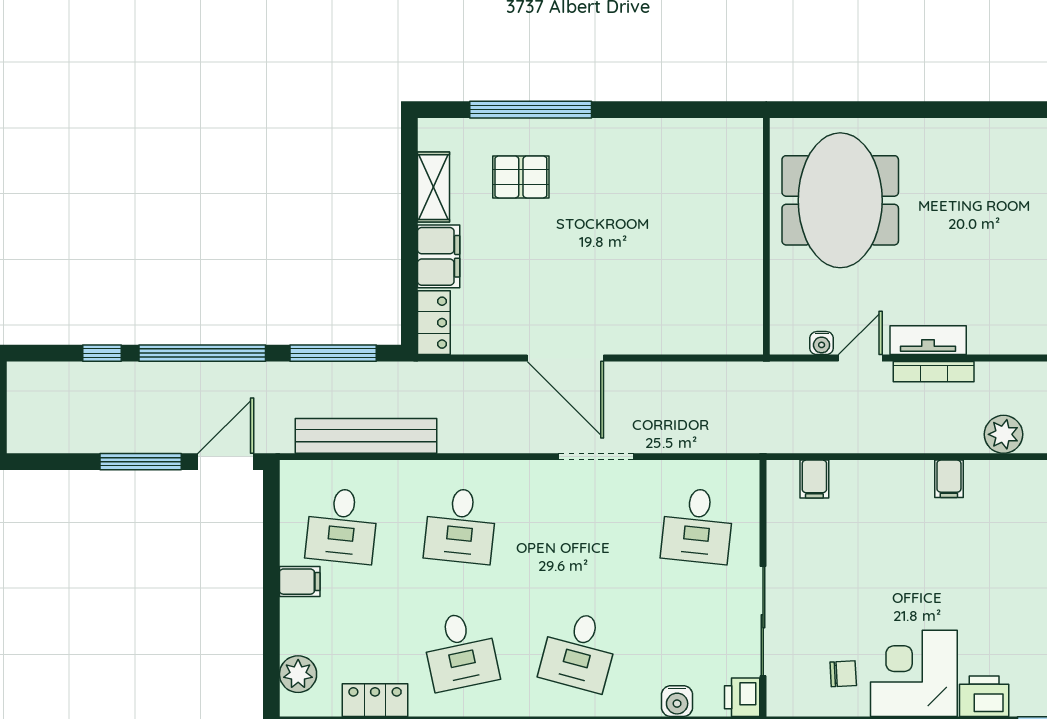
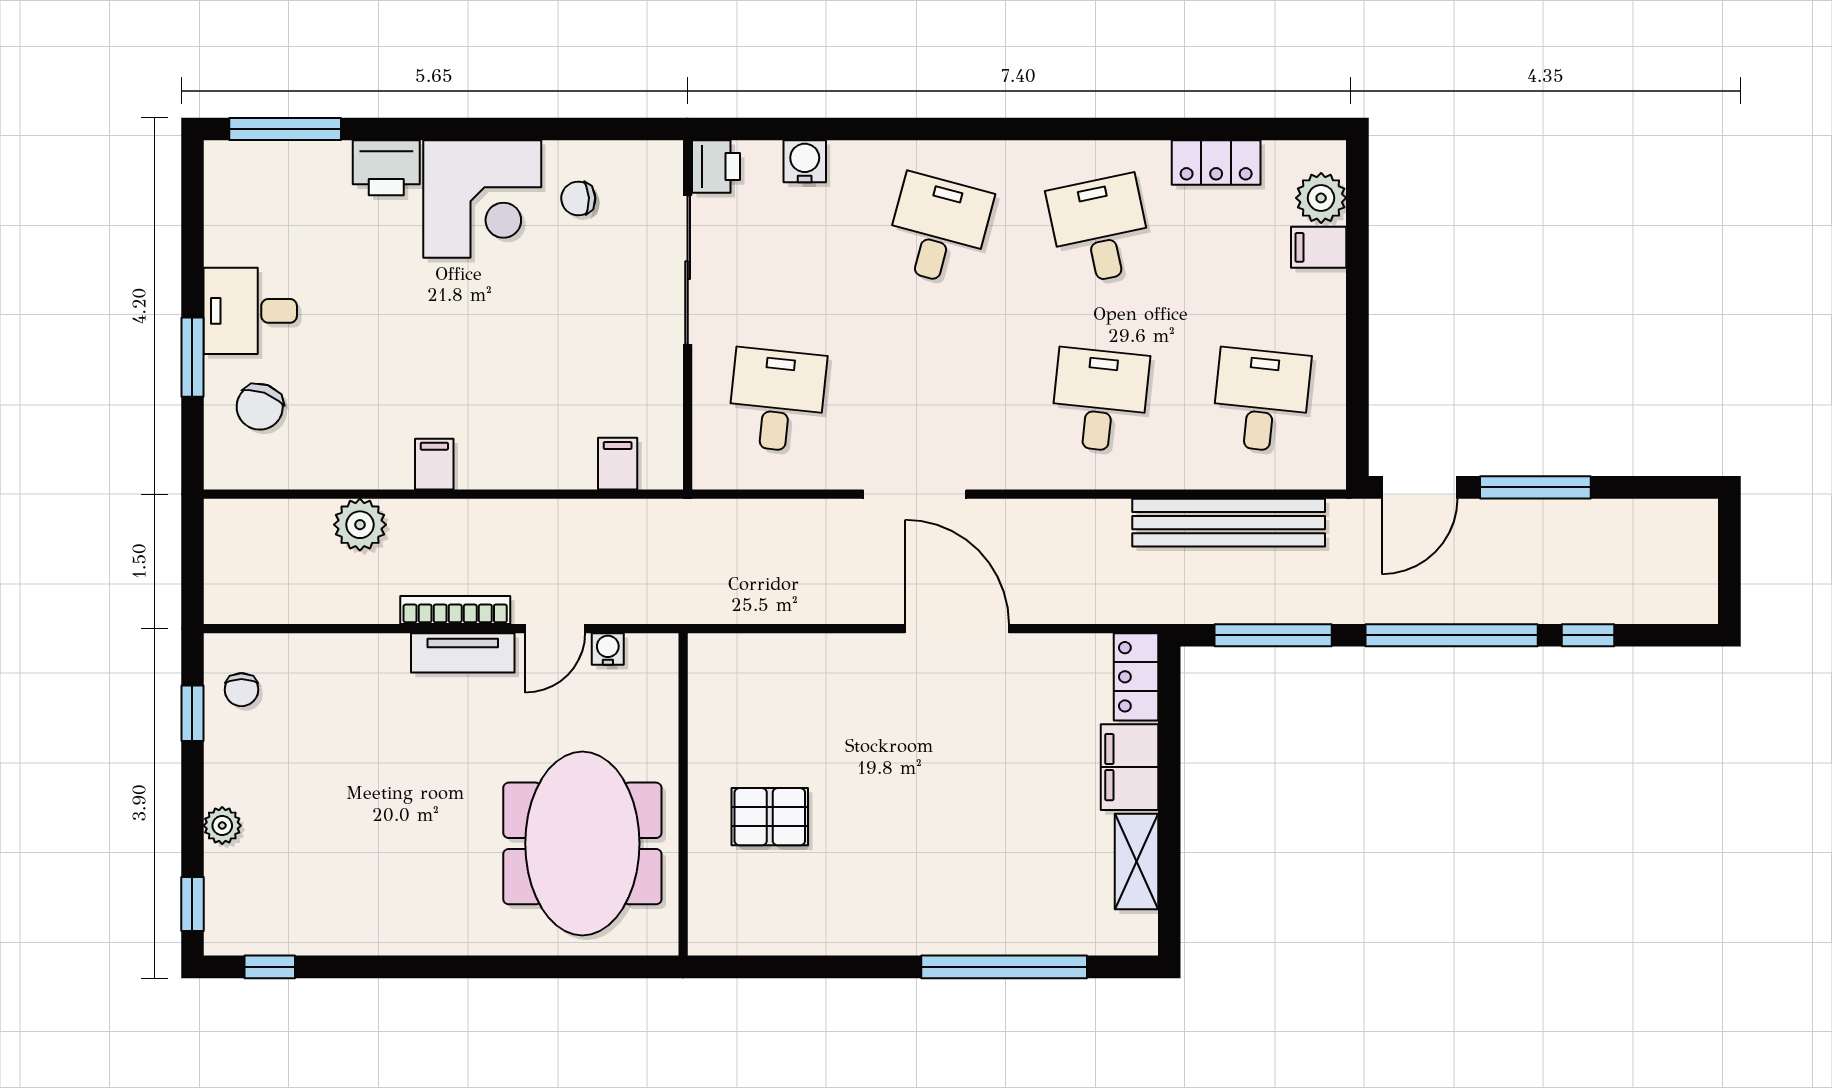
pallet: (521, 177) -> (770, 817), moved
filing cabinet: (300, 582) -> (1319, 247), moved

